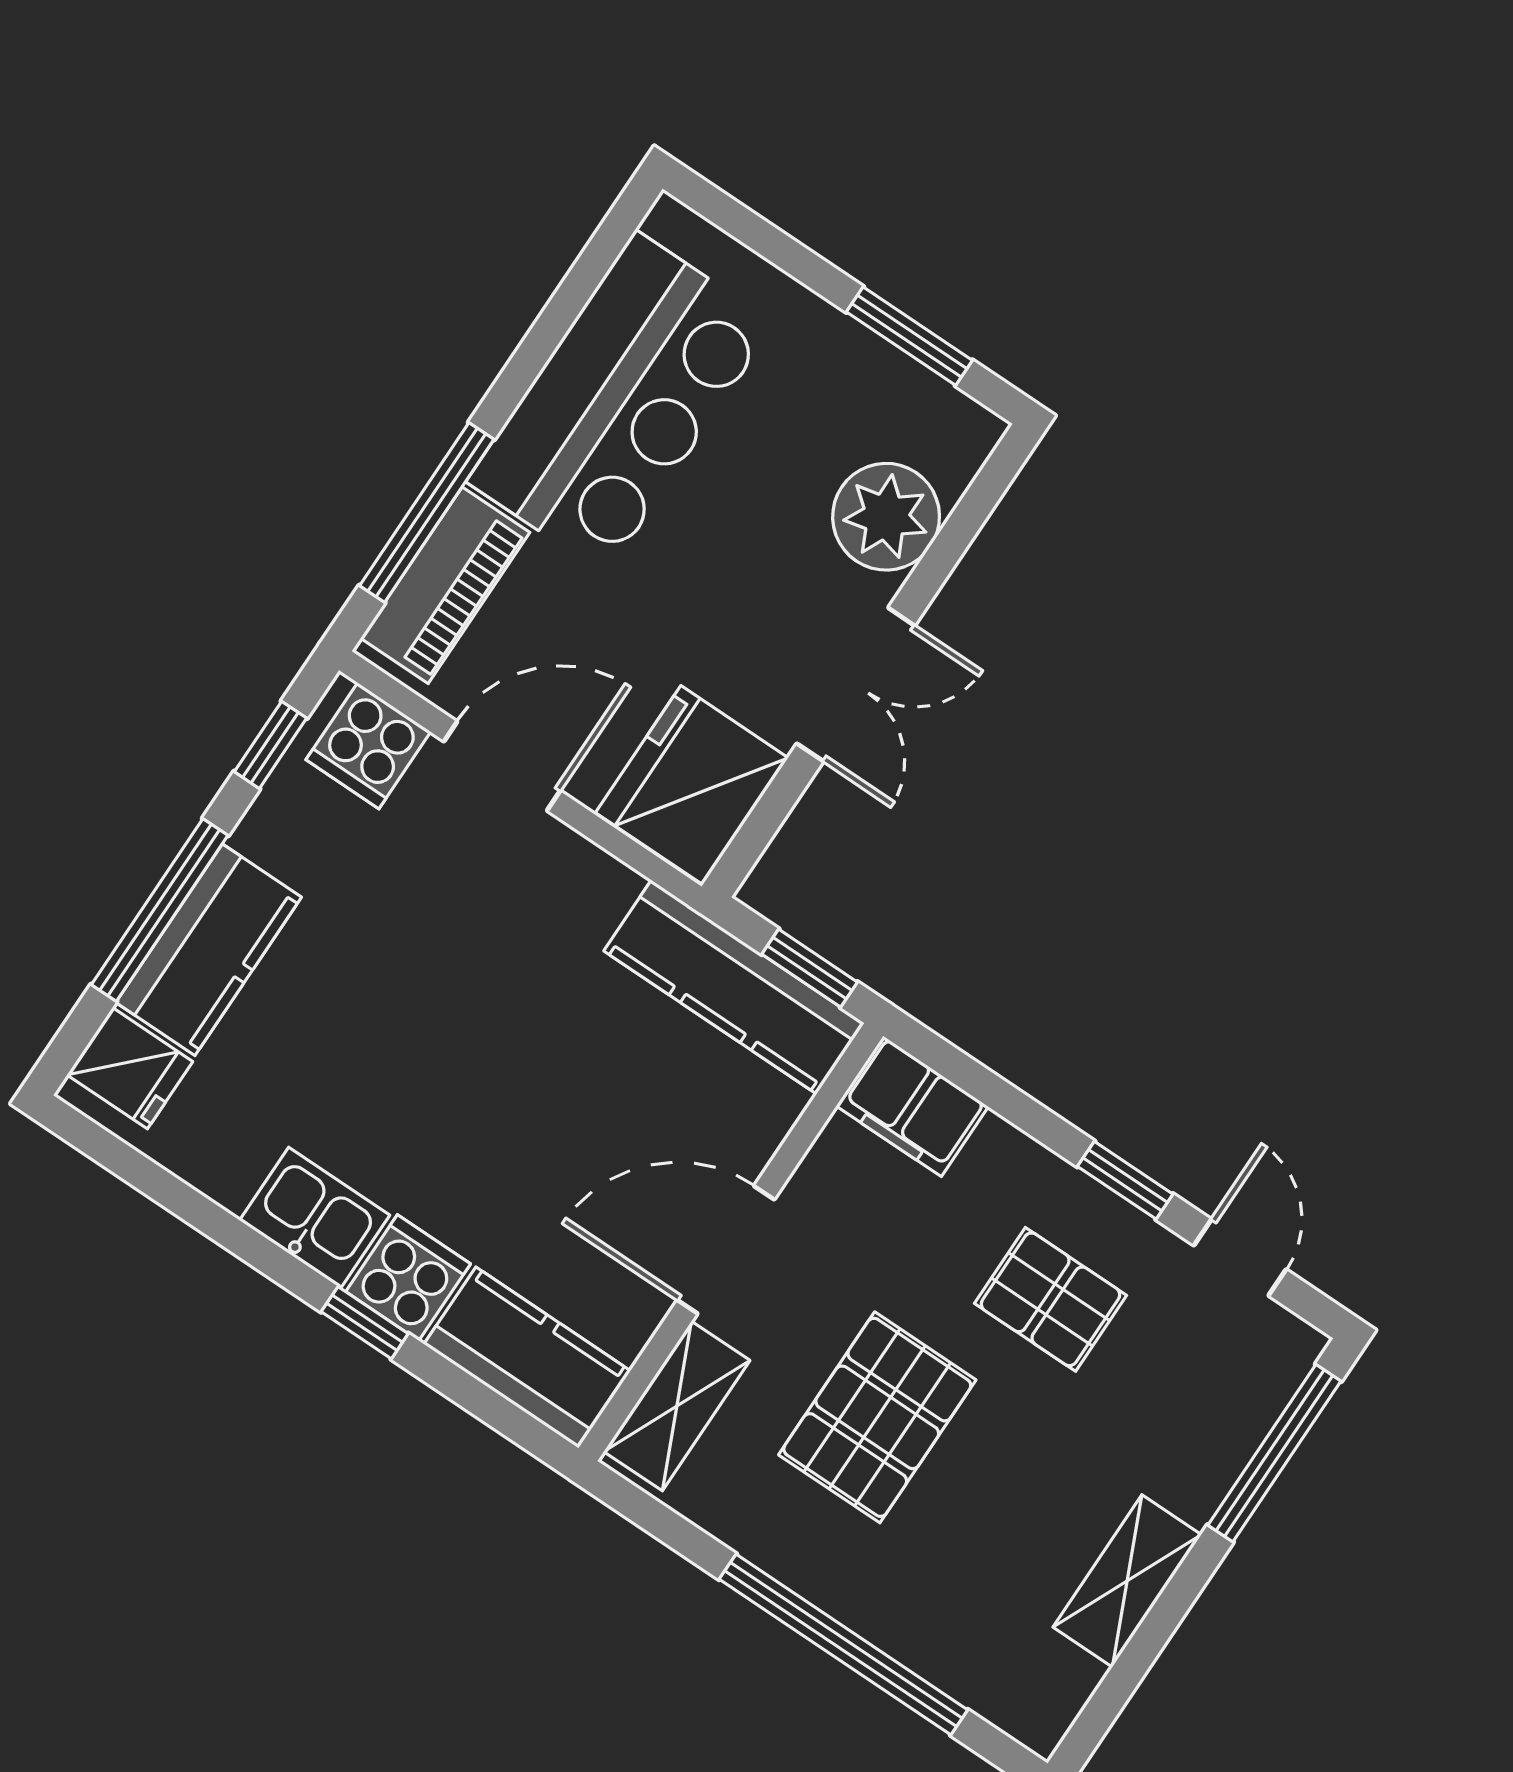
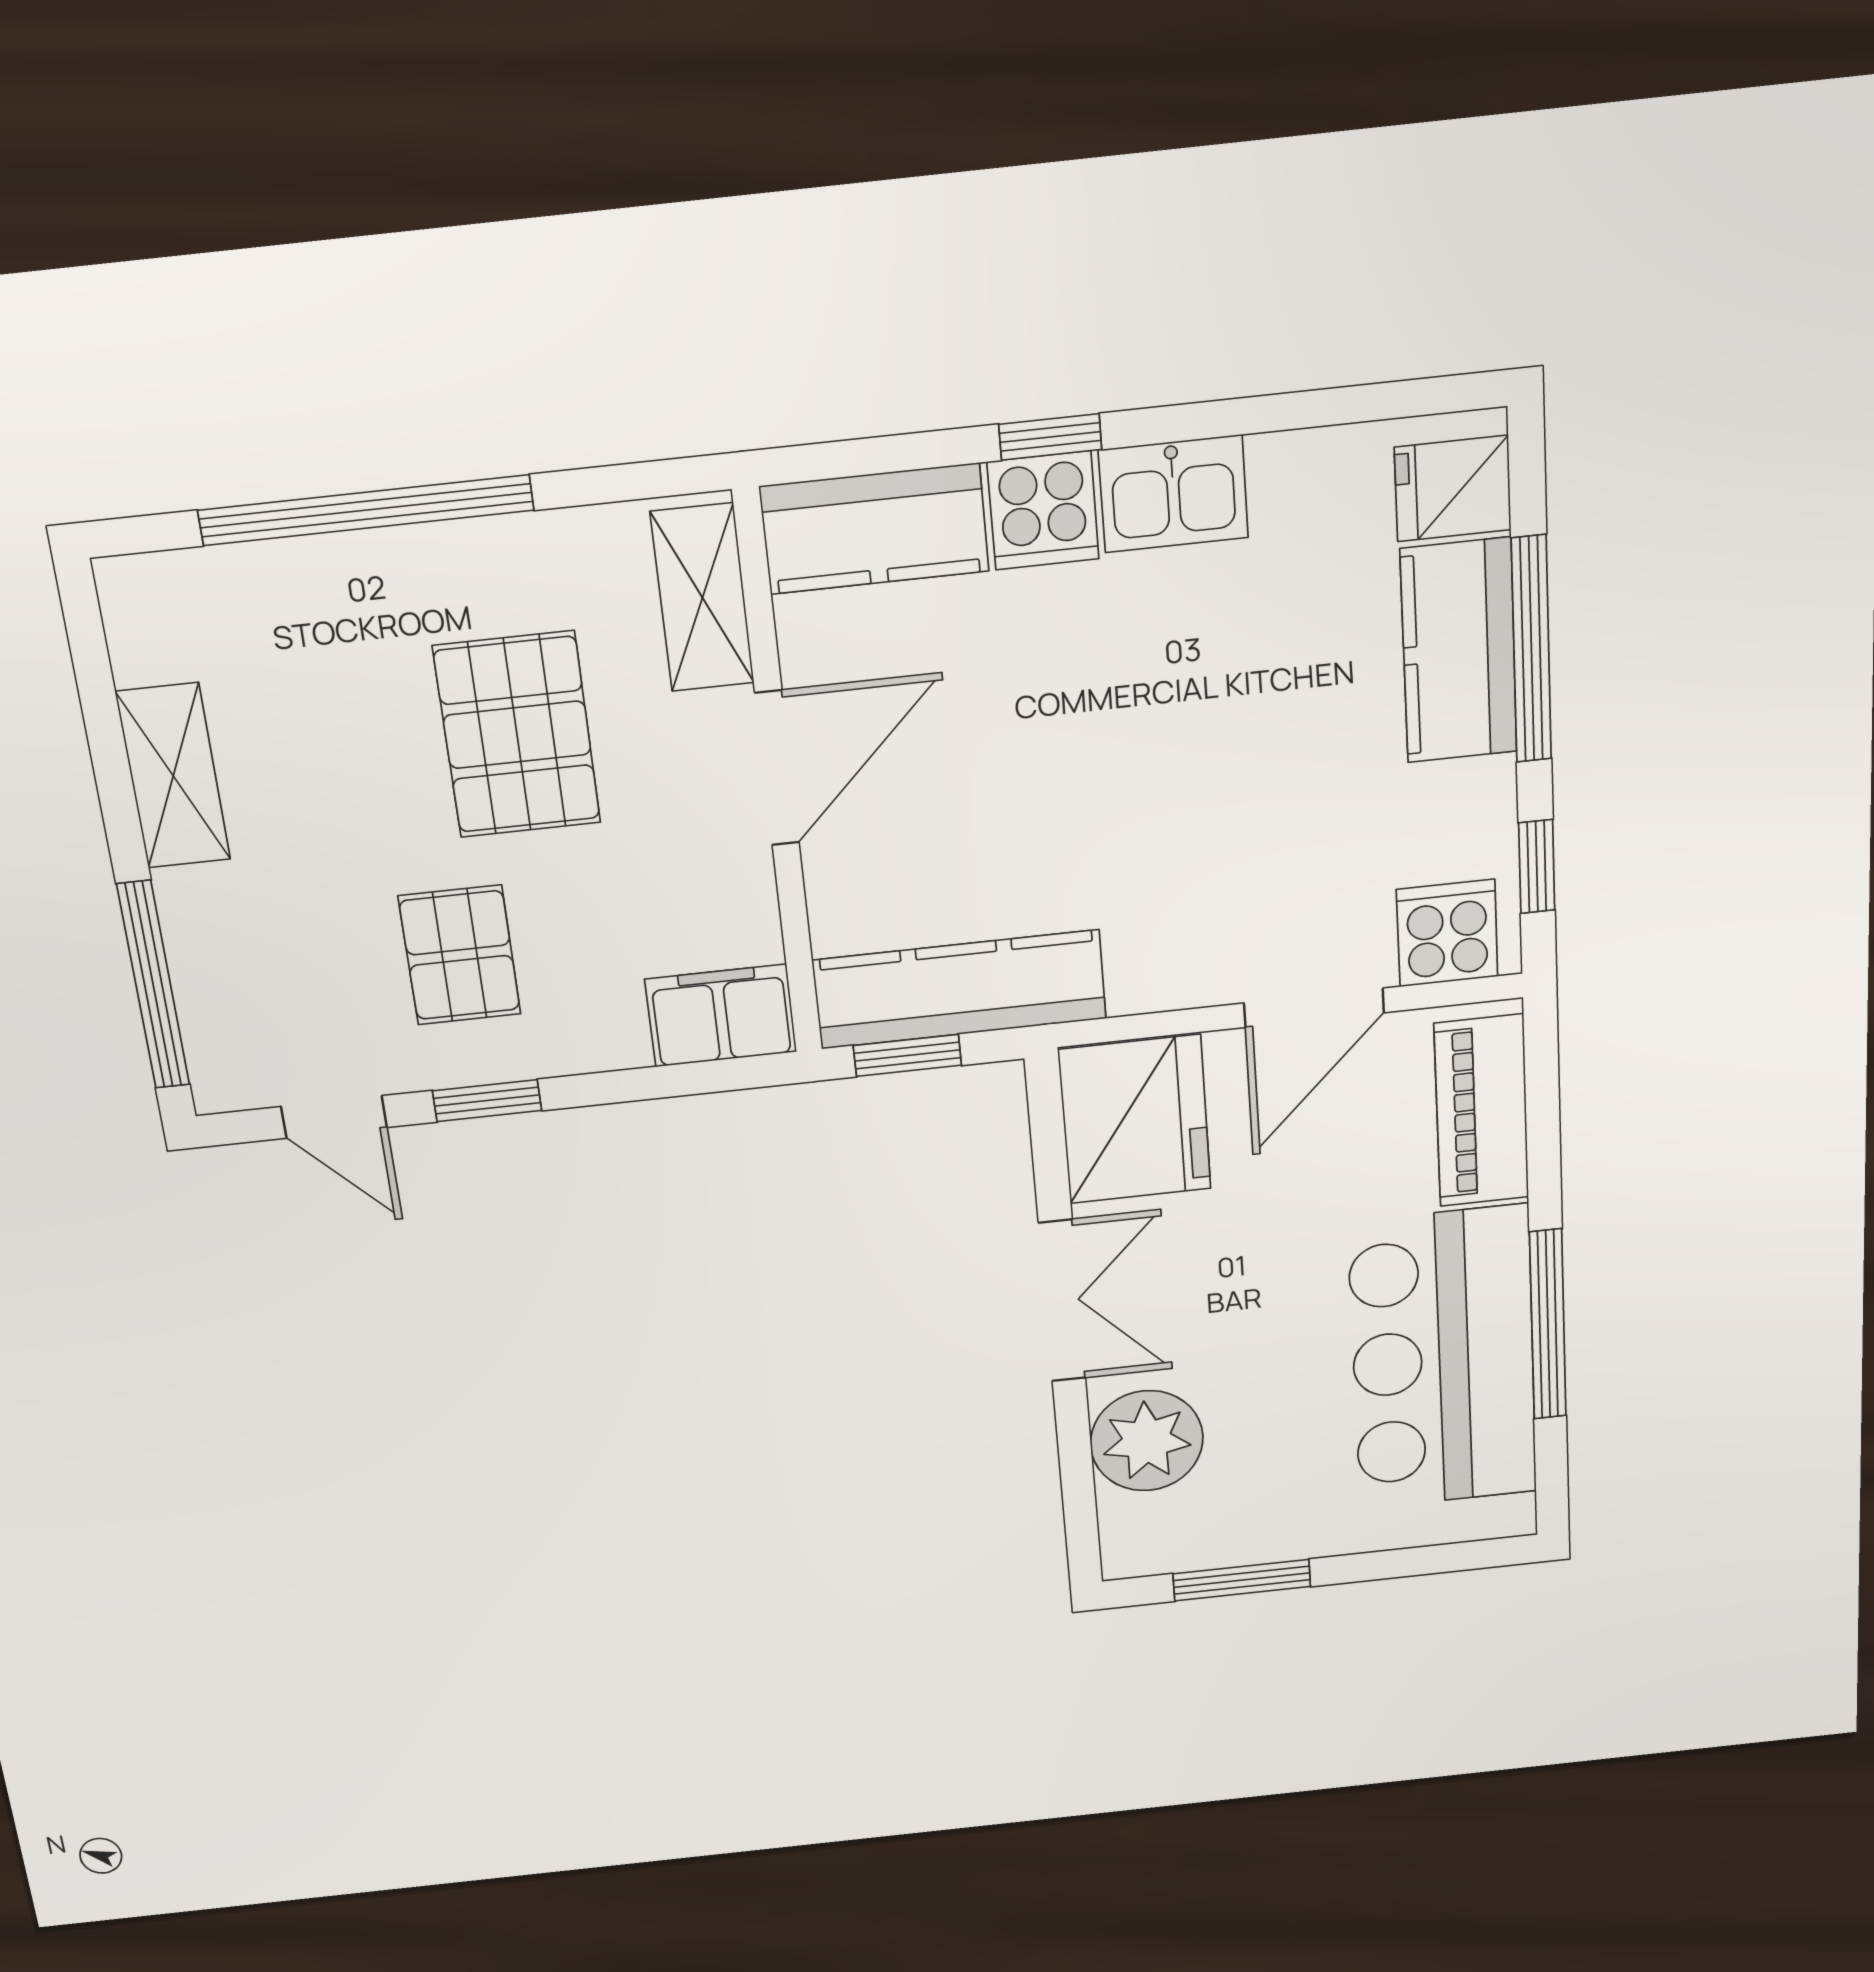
window: (427, 512) -> (1548, 1325), moved
double door: (856, 685) -> (1062, 1301), swing flipped
pallet: (1051, 1299) -> (460, 955), turned 90

